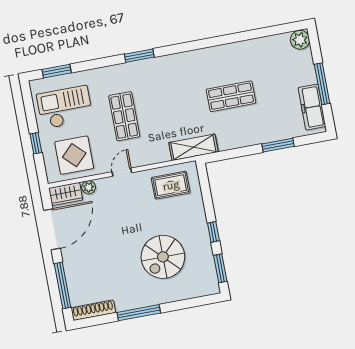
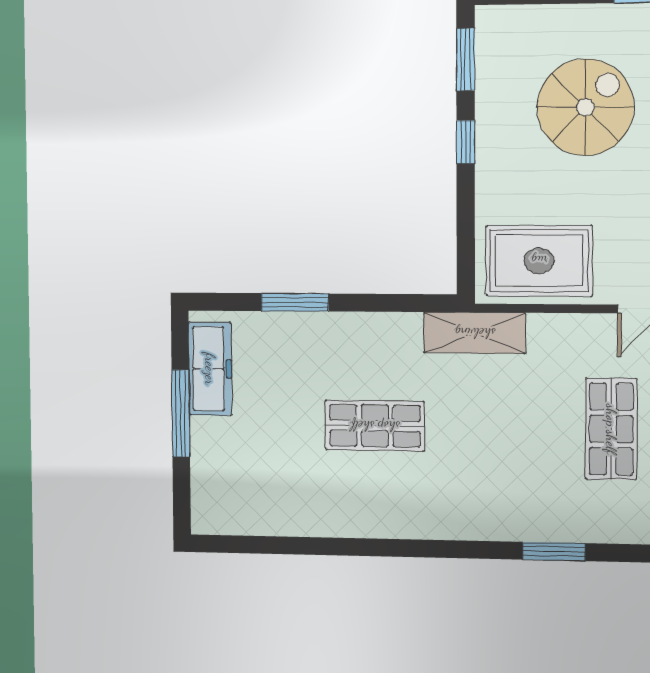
plant: (300, 40) -> (210, 514), removed
rug: (171, 185) -> (539, 261), width x1.36, depth x1.43

